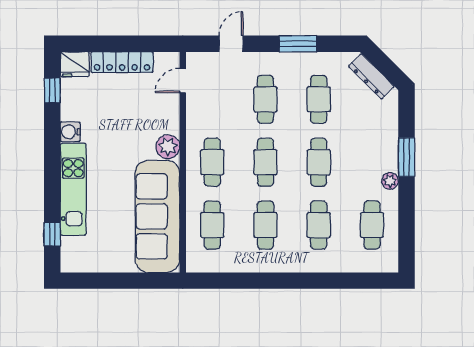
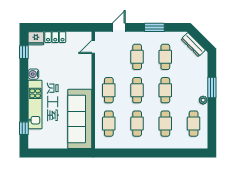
locker: (122, 62) -> (55, 37), width x0.66
plant: (168, 147) -> (85, 82), removed

